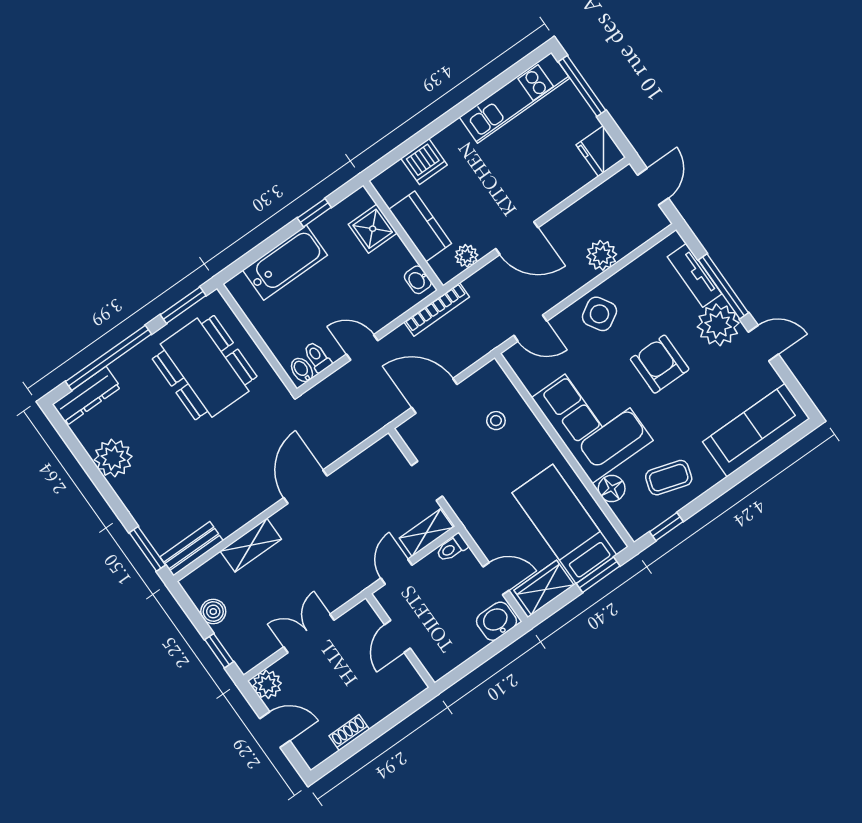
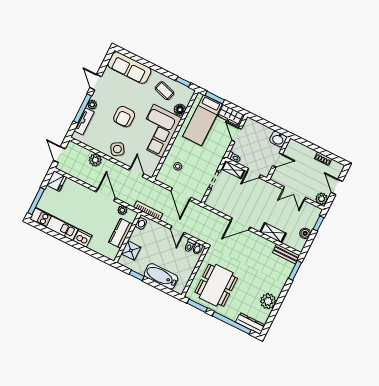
dishwasher: (424, 162) -> (83, 238), moved
door: (653, 187) -> (59, 155), hinge flipped
plant: (718, 325) -> (92, 105), width x0.53, depth x0.53
washbasin: (497, 621) -> (278, 139), moved

